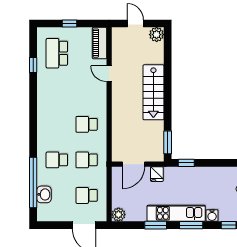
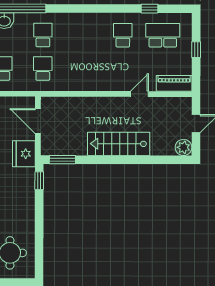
school desk: (87, 124) -> (123, 35), moved
fridge: (157, 174) -> (24, 154), width x1.88, depth x1.34

